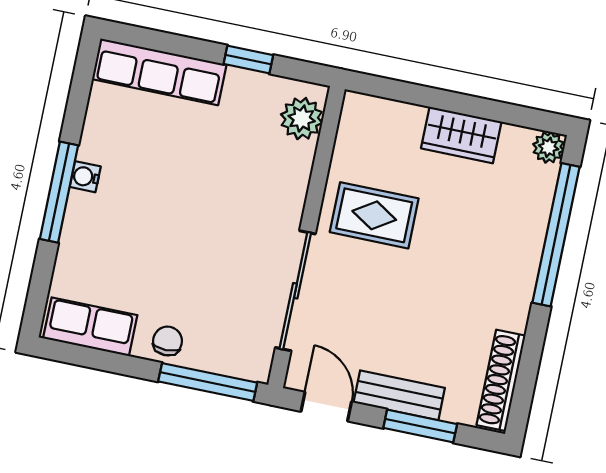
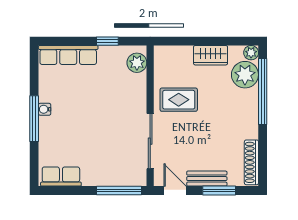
plant: (526, 191) -> (245, 75), added
chair: (168, 341) -> (97, 176), removed

